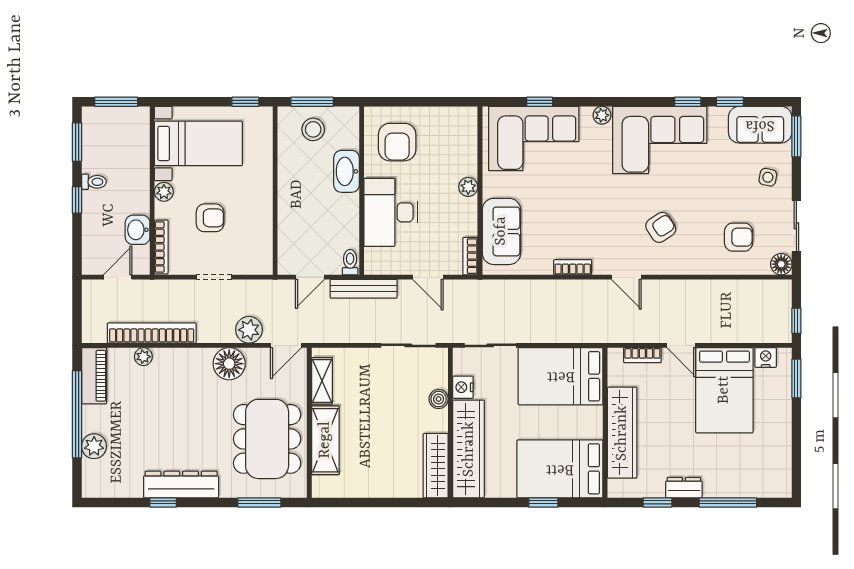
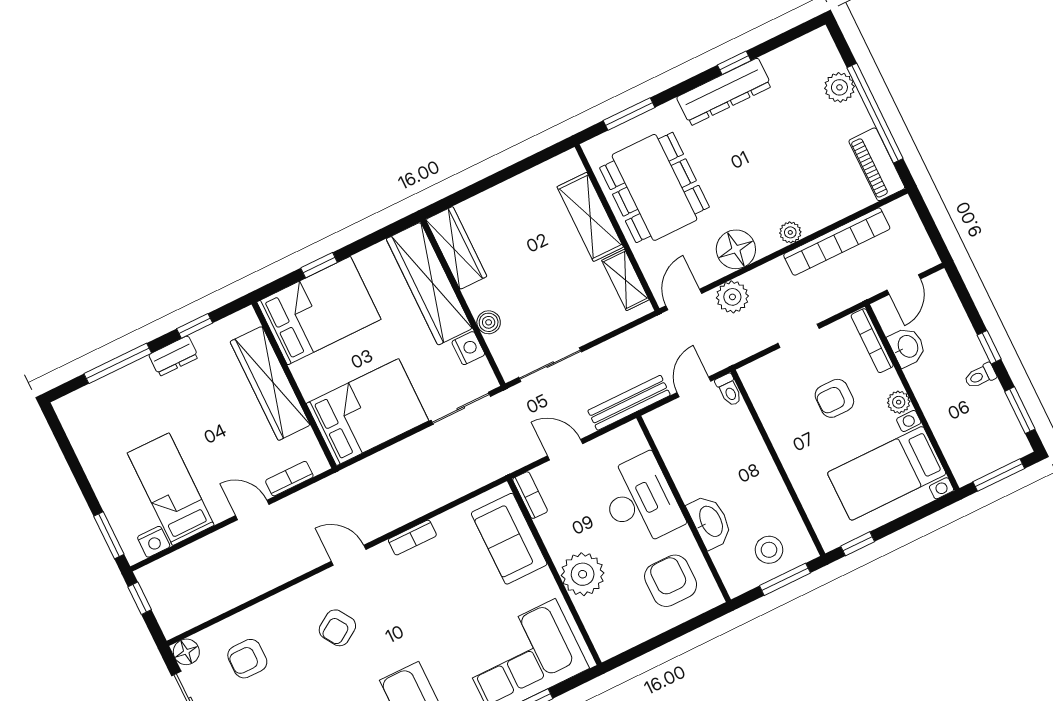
plant: (468, 187) -> (583, 574), width x1.88, depth x1.88
toilet: (350, 262) -> (729, 390), moved
plant: (143, 357) -> (790, 232), moved
bed: (724, 390) -> (171, 489), width x0.67

